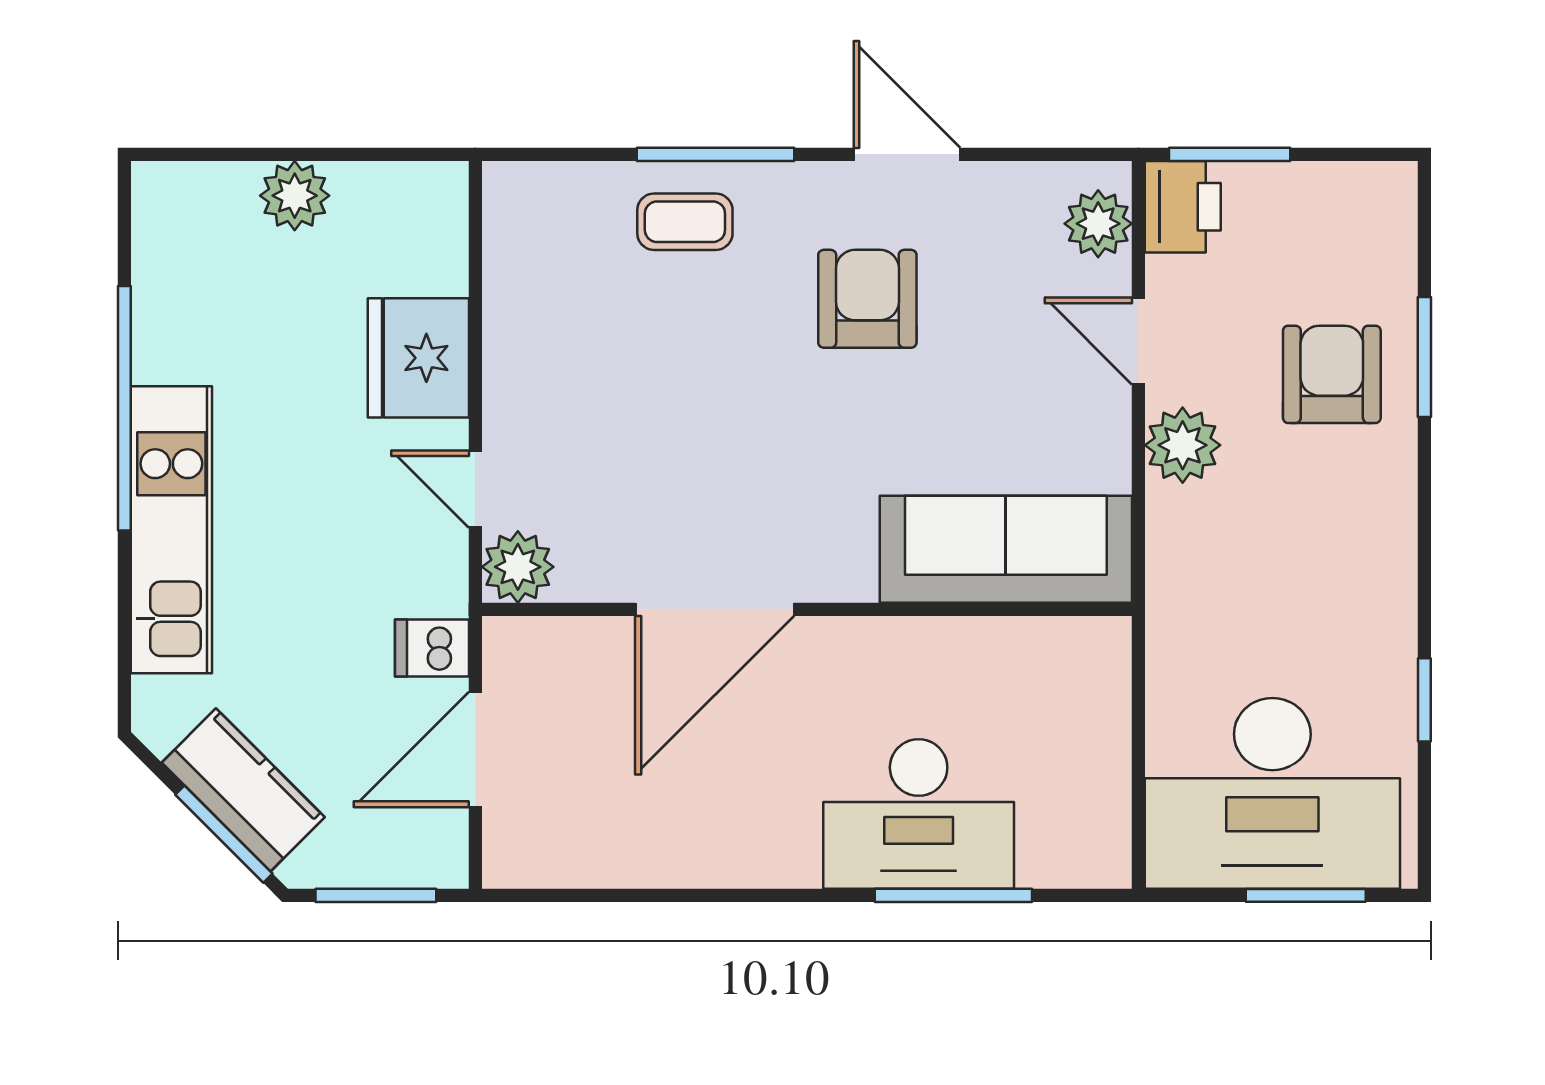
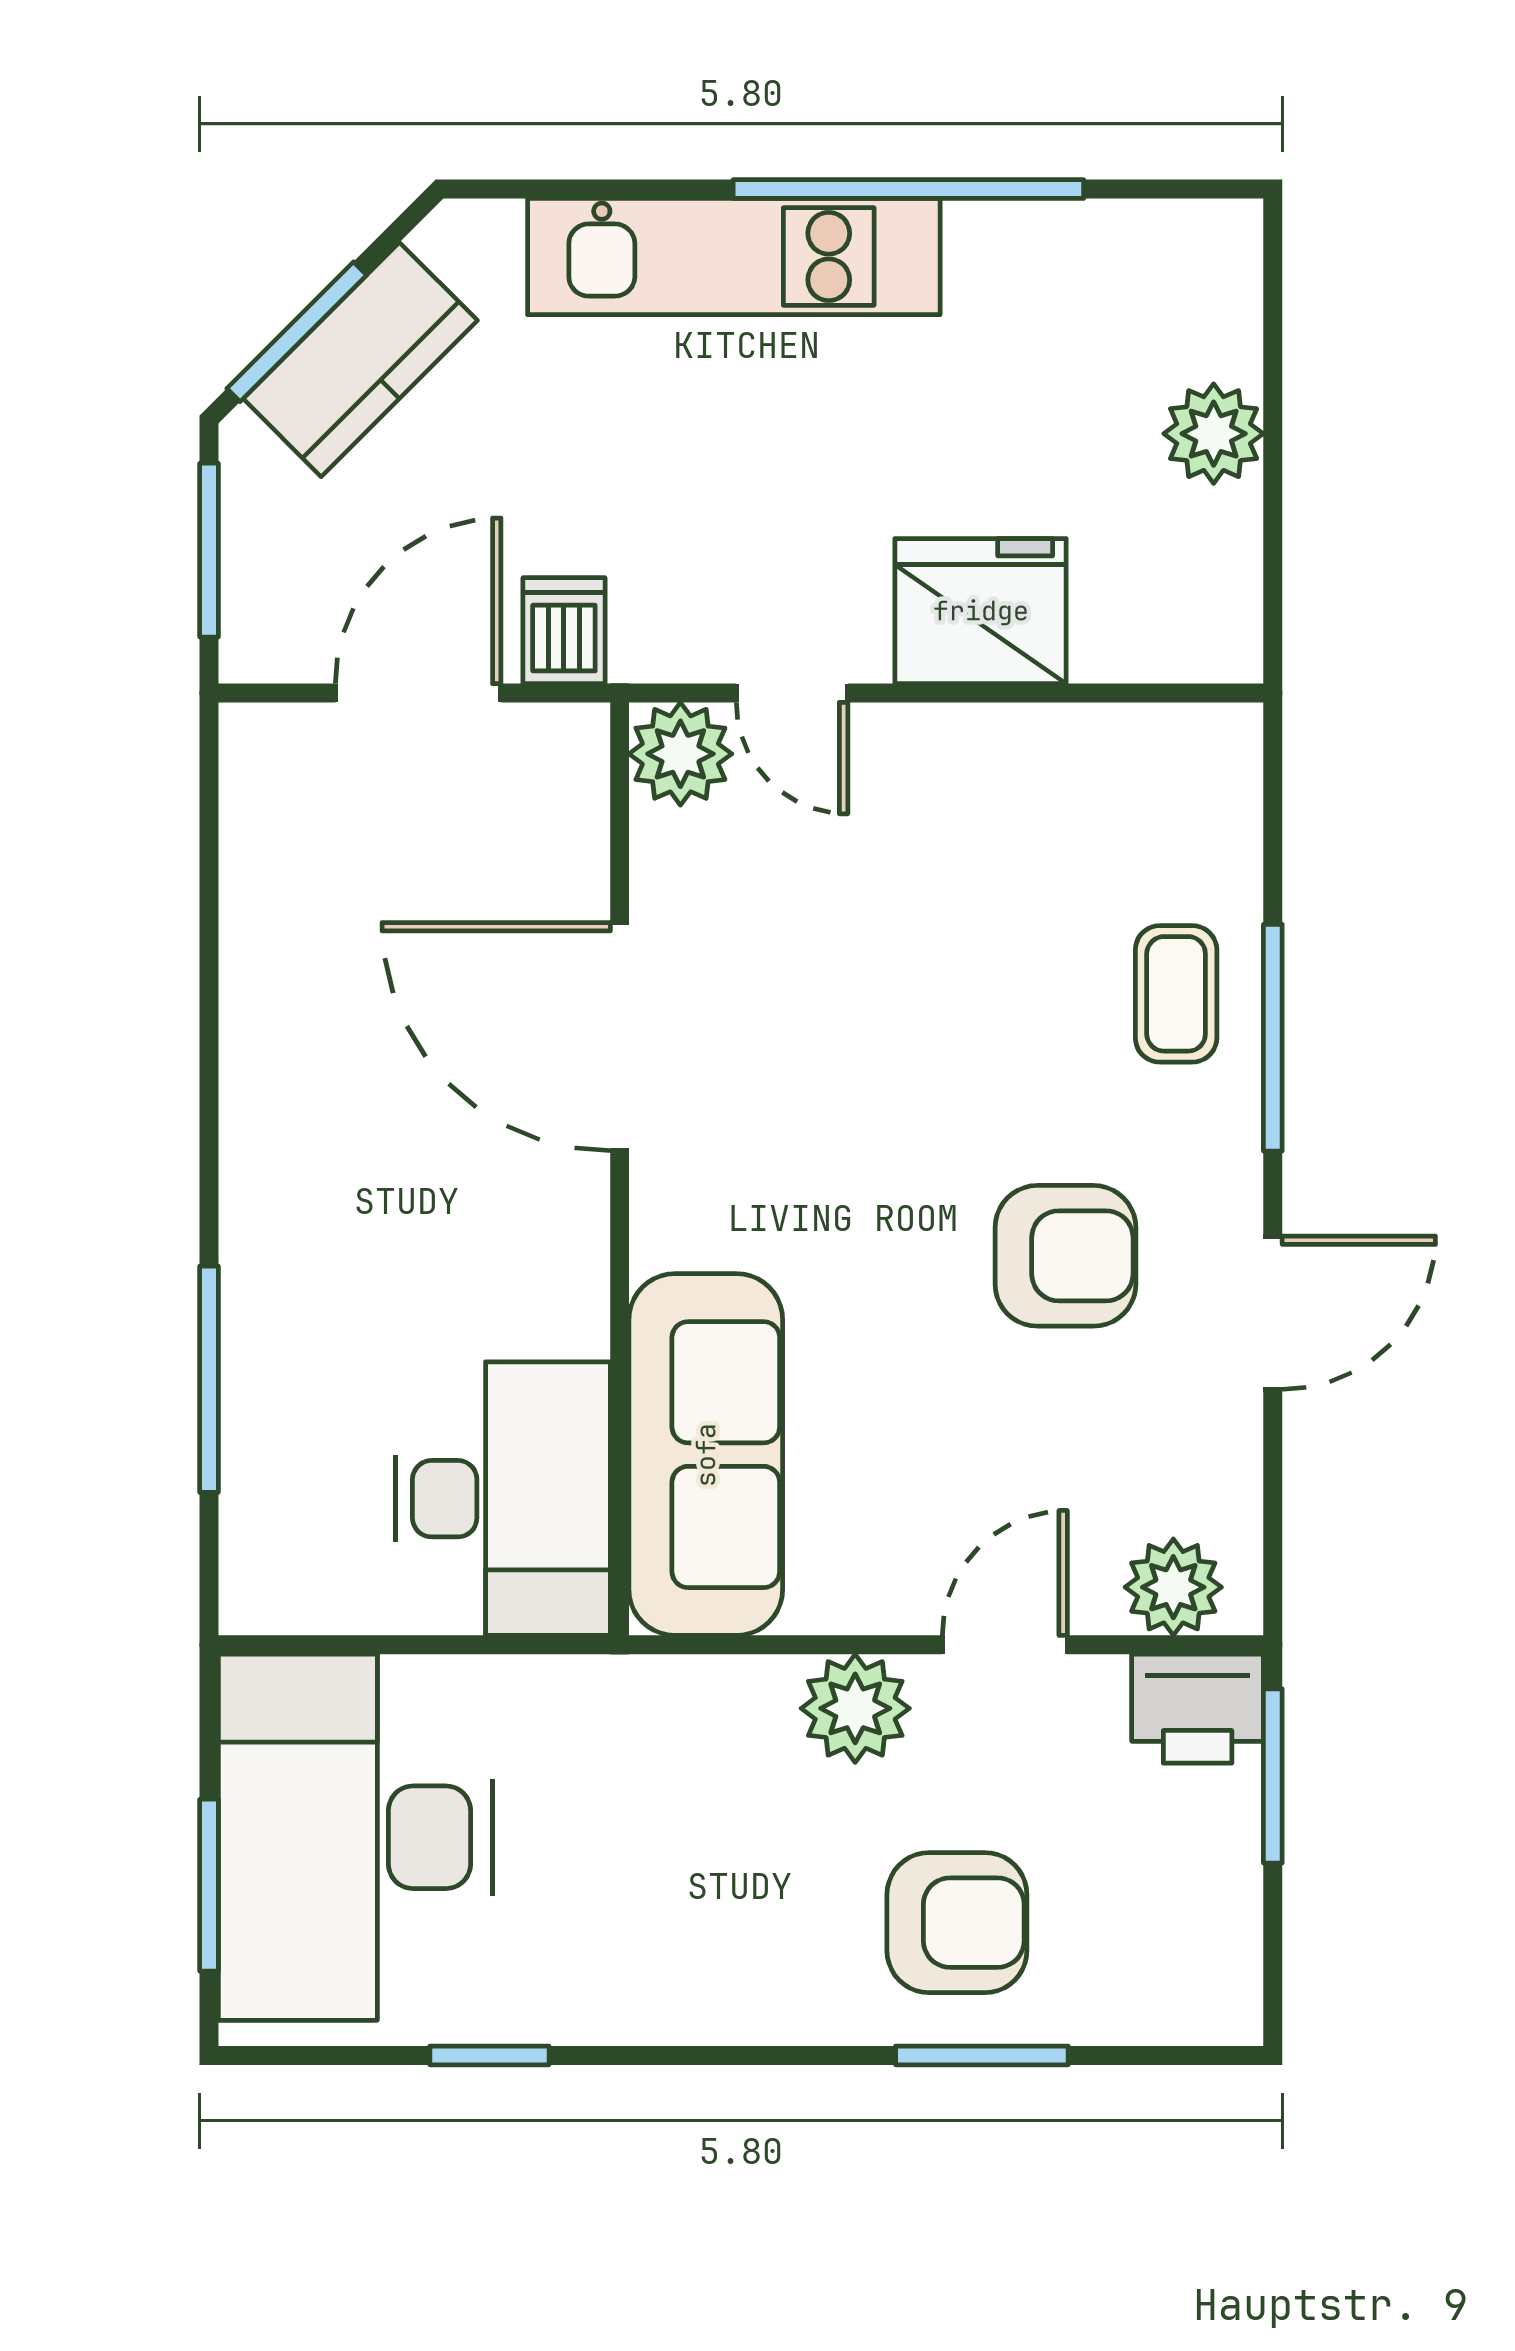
door: (475, 489) -> (792, 693), swing flipped
door: (475, 750) -> (418, 693), hinge flipped
desk: (919, 814) -> (503, 1499), moved, turned 180

